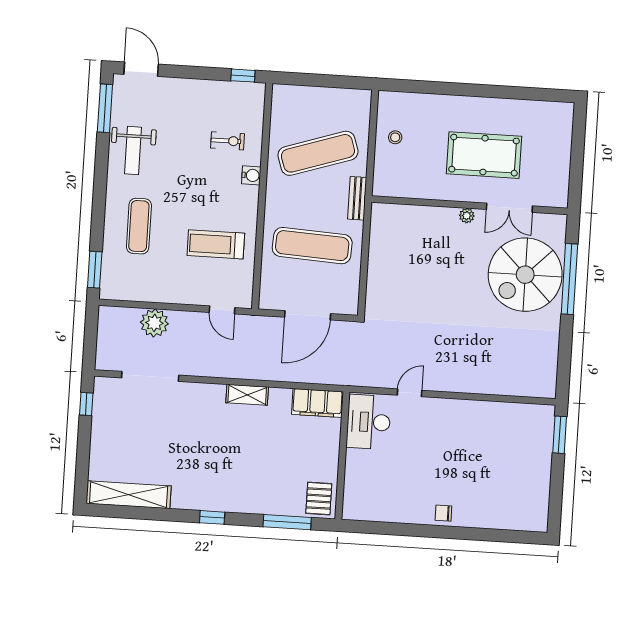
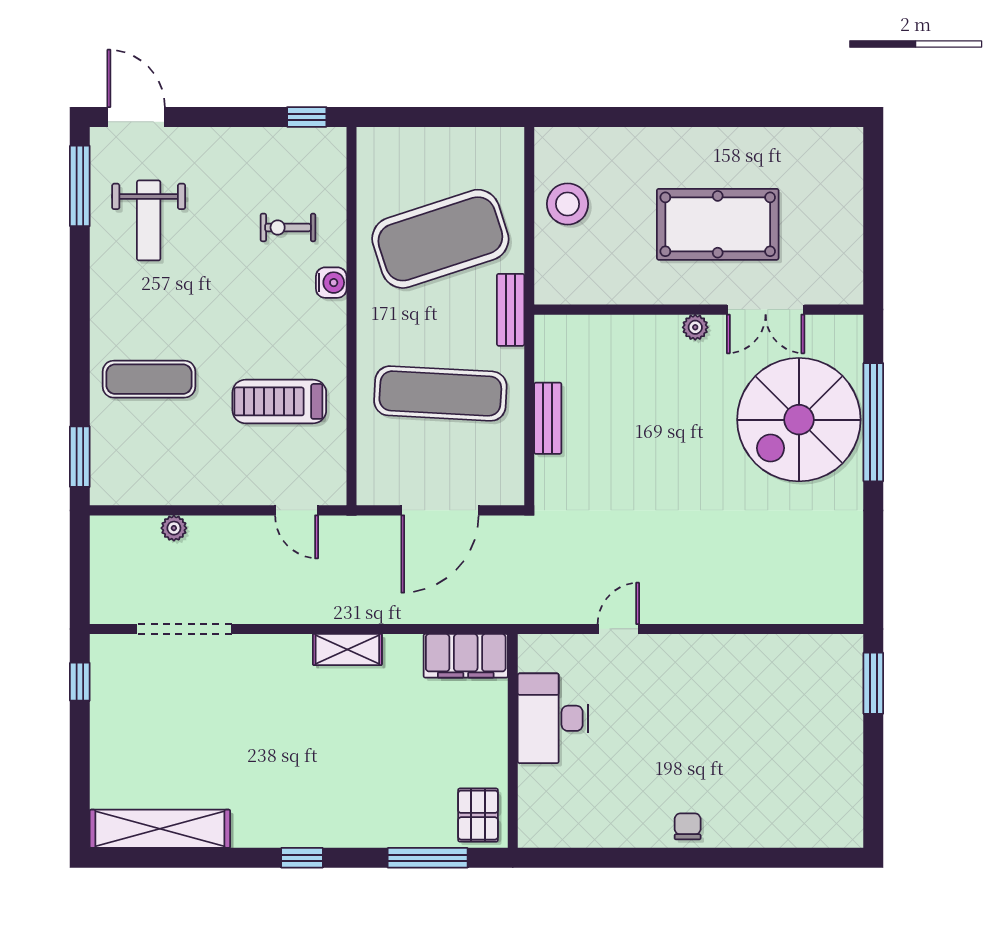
stool: (395, 137) -> (568, 204), width x1.89, depth x1.89
exercise bike: (228, 141) -> (288, 227), turned 180
weight bench: (133, 150) -> (149, 220), moved
exercise mat: (318, 153) -> (440, 239), width x1.47
exercise mat: (139, 226) -> (149, 379), turned 90
bench: (375, 264) -> (548, 418), added
plant: (154, 323) -> (174, 528), width x0.53, depth x0.53
desk: (369, 422) -> (553, 718), moved
chair: (443, 513) -> (688, 826), turned 90

